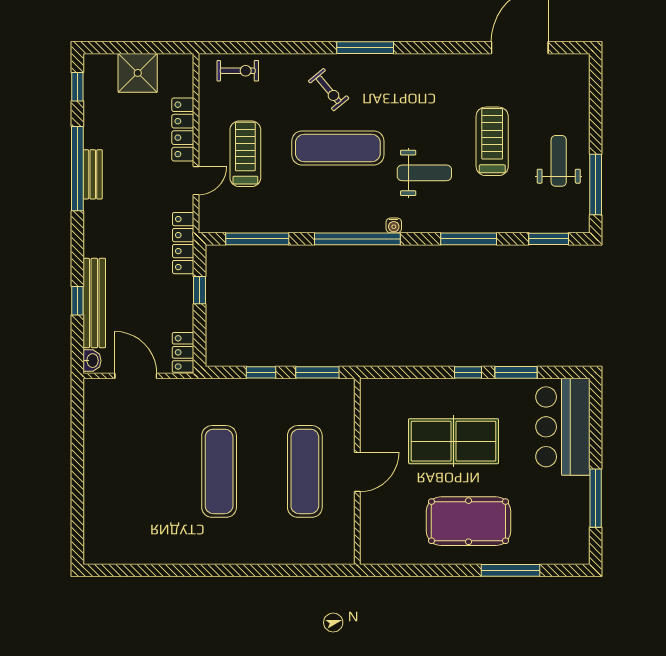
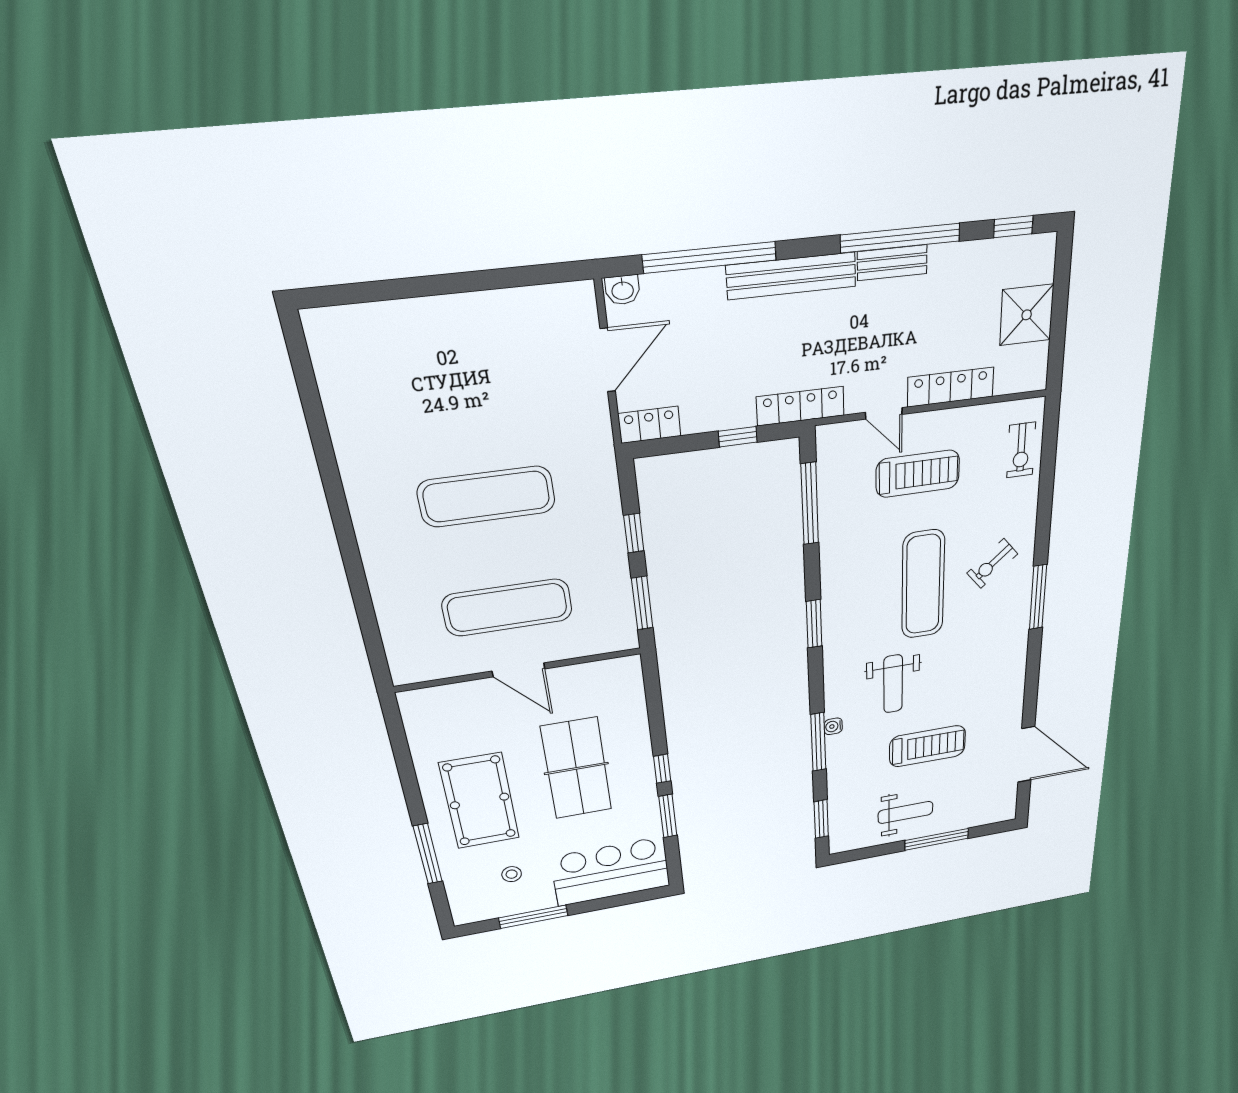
window: (596, 184) -> (937, 839), moved
water cooler: (394, 225) -> (833, 726), moved
window: (357, 239) -> (814, 624), width x0.47
window: (77, 301) -> (710, 257), width x3.17
bench: (94, 303) -> (791, 276), moved
stool: (546, 509) -> (512, 874), added

